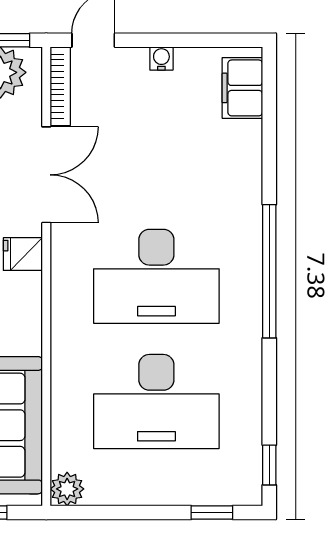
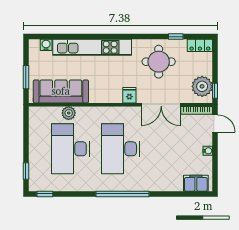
plant: (67, 489) -> (69, 113), moved

